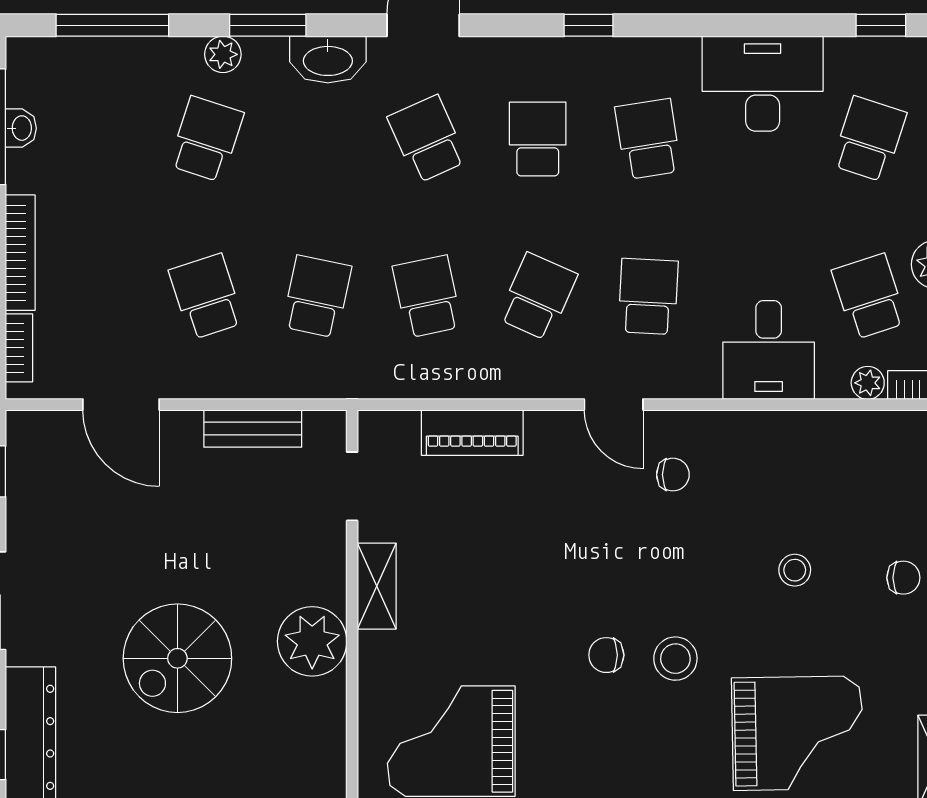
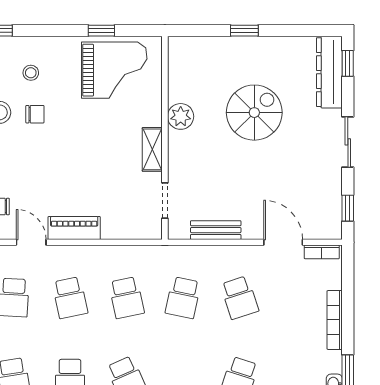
school desk: (538, 296) -> (70, 298), turned -36
bookcase: (19, 348) -> (322, 252), moved, turned -90
piano: (472, 433) -> (74, 228), moved
plant: (312, 641) -> (181, 116), width x0.73, depth x0.73
stool: (614, 736) -> (31, 73), added

